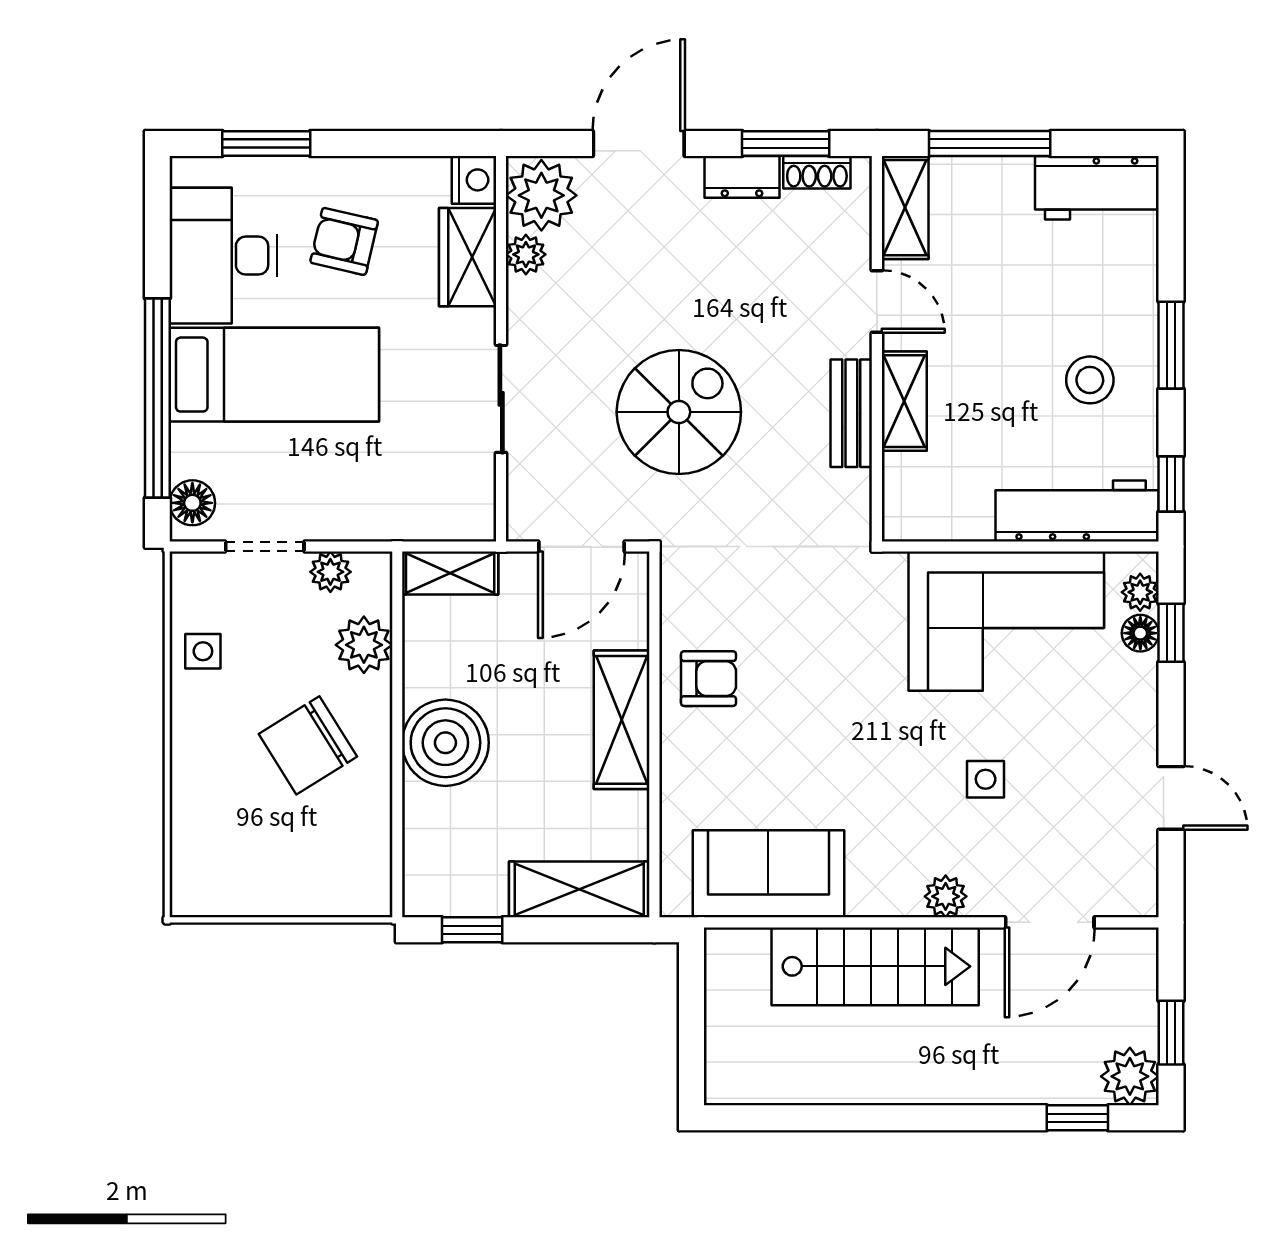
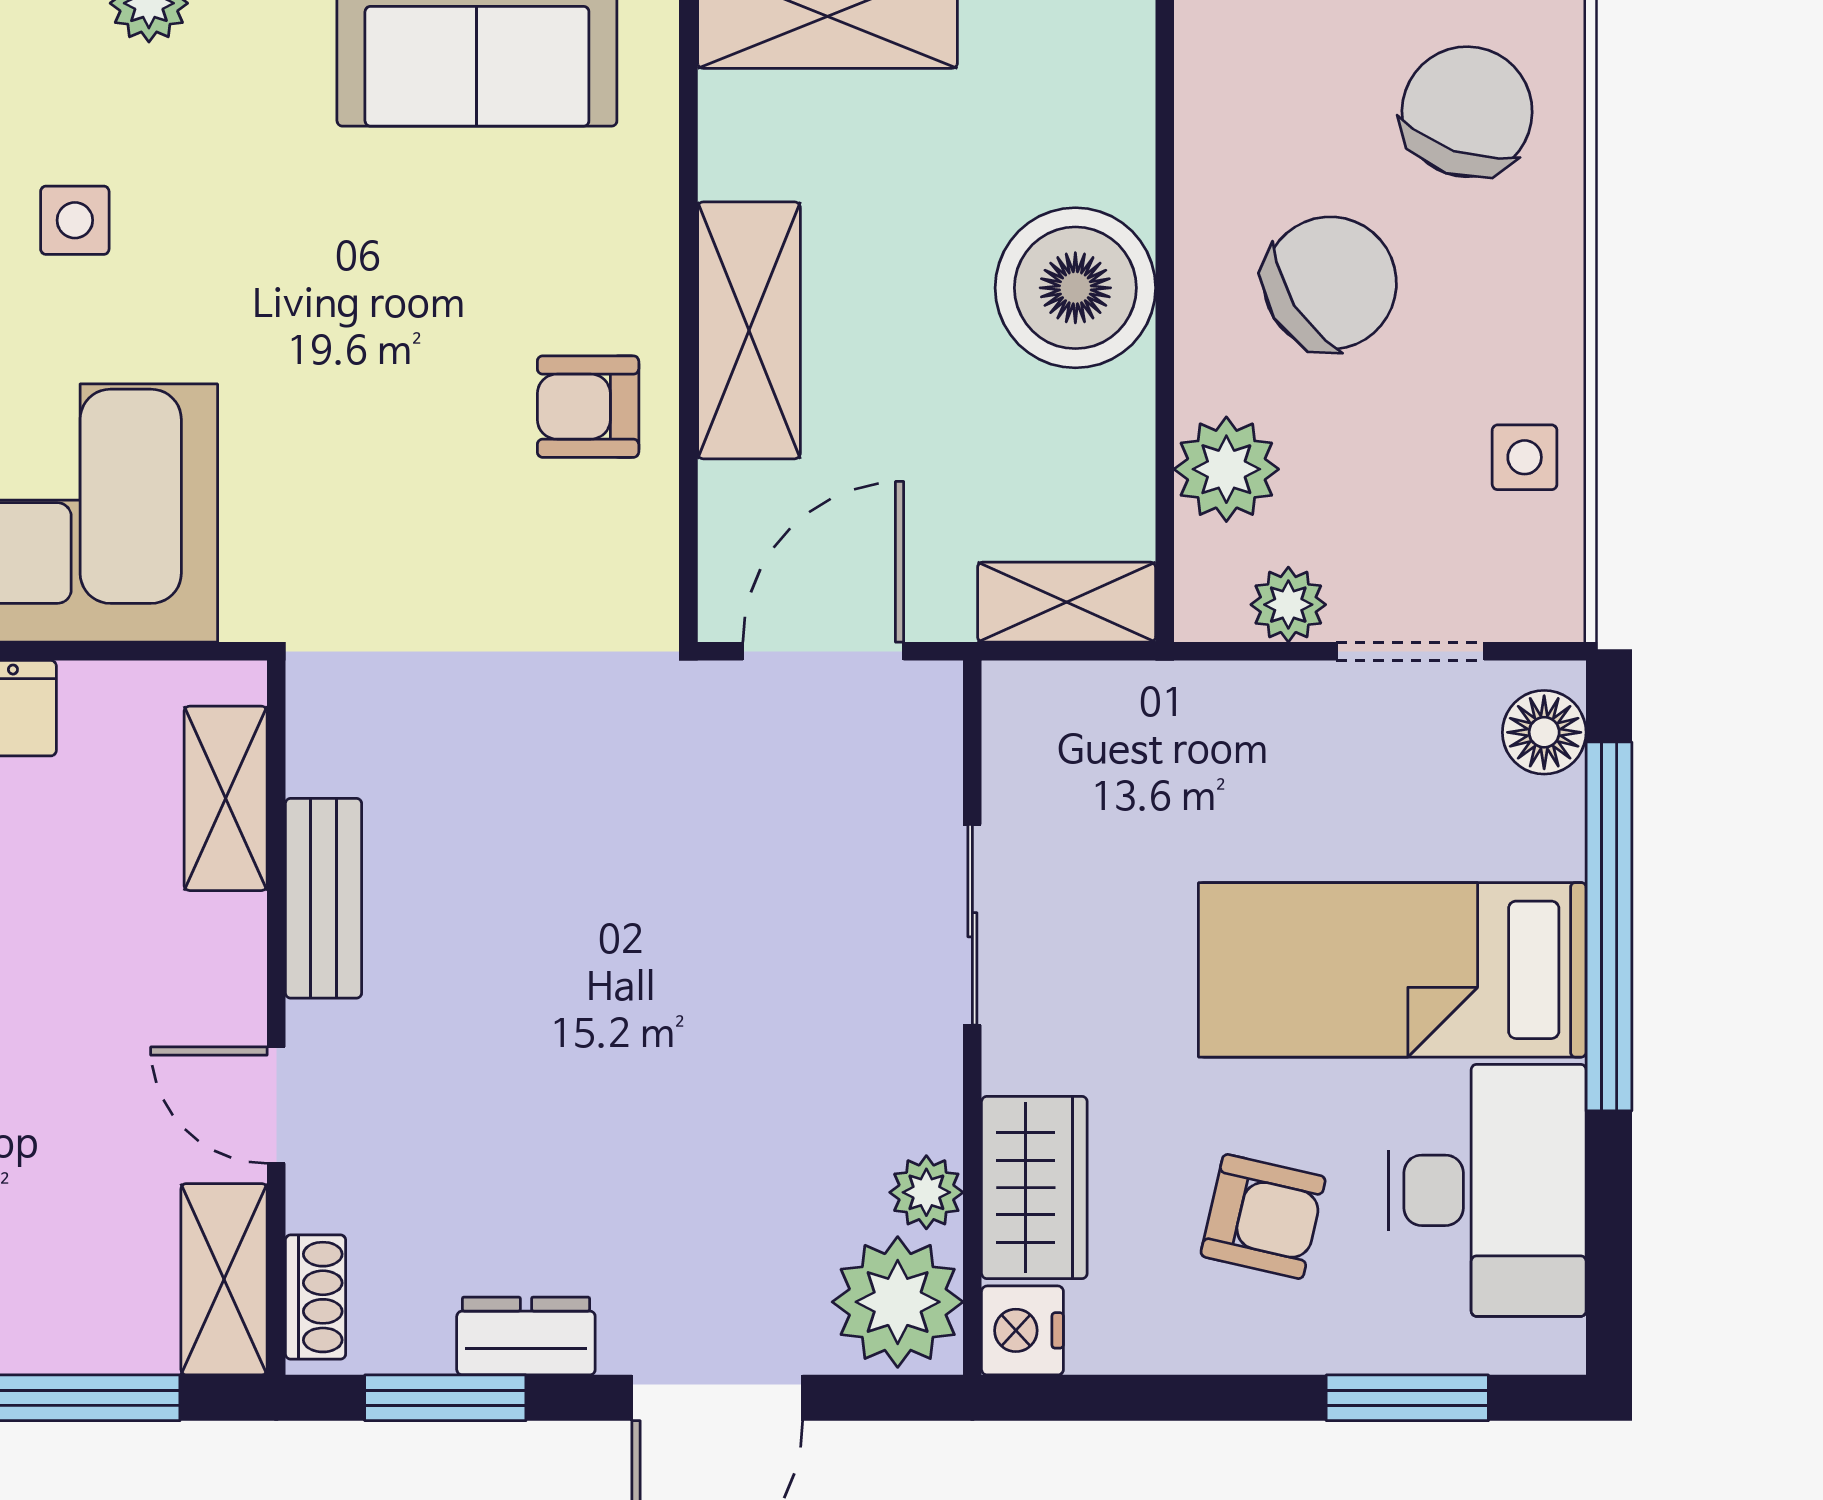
shoe rack: (817, 172) -> (316, 1297), moved, turned 90
shelving: (904, 401) -> (226, 798), moved
spiral stairs: (679, 412) -> (643, 901), removed
chair: (234, 838) -> (1467, 112), added

